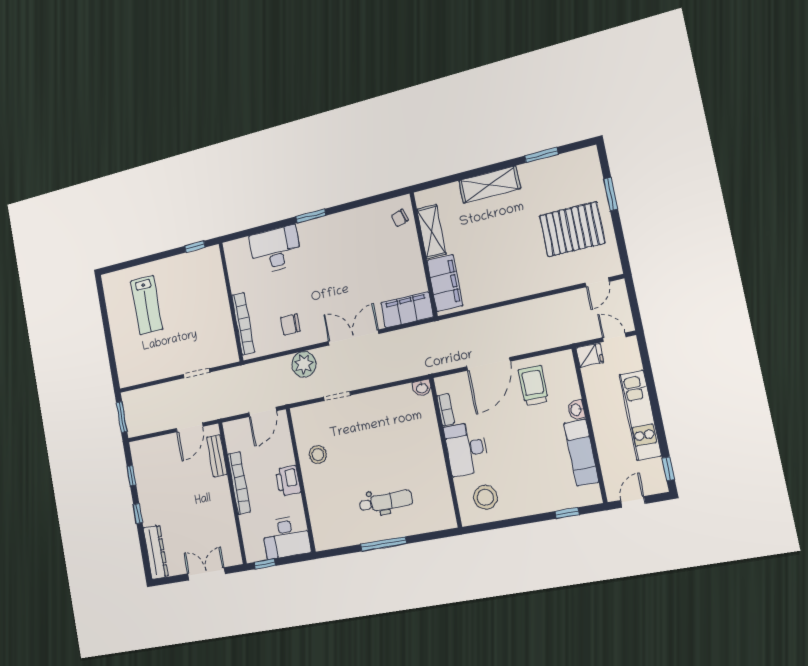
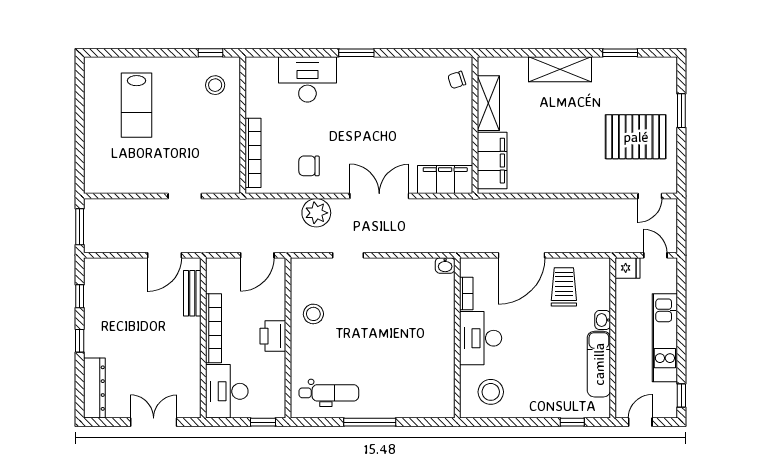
stool: (203, 273) -> (215, 85), added
dental chair: (386, 501) -> (329, 393), moved
desk: (286, 537) -> (227, 391), moved, turned 90
window: (265, 564) -> (263, 422), moved

